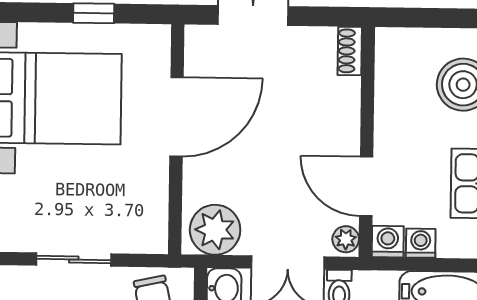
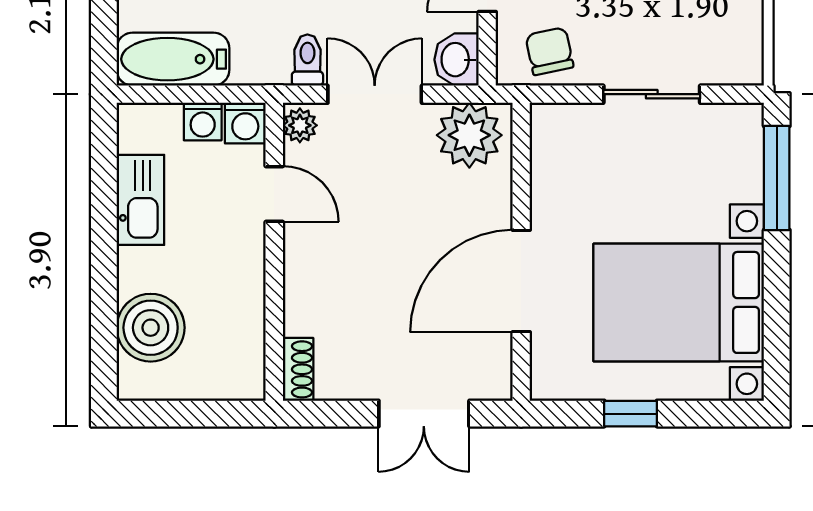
door: (366, 186) -> (274, 194), width x0.73

